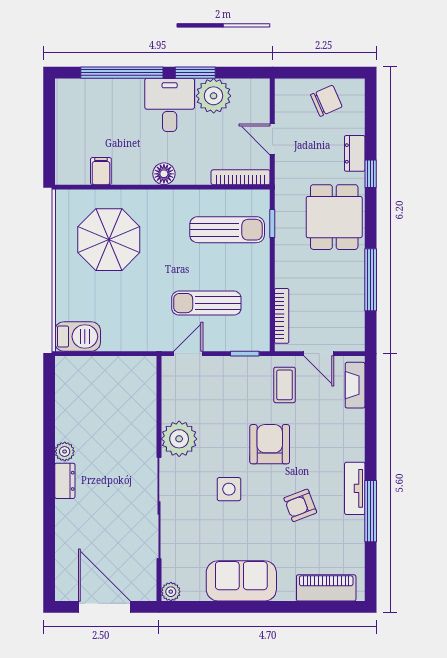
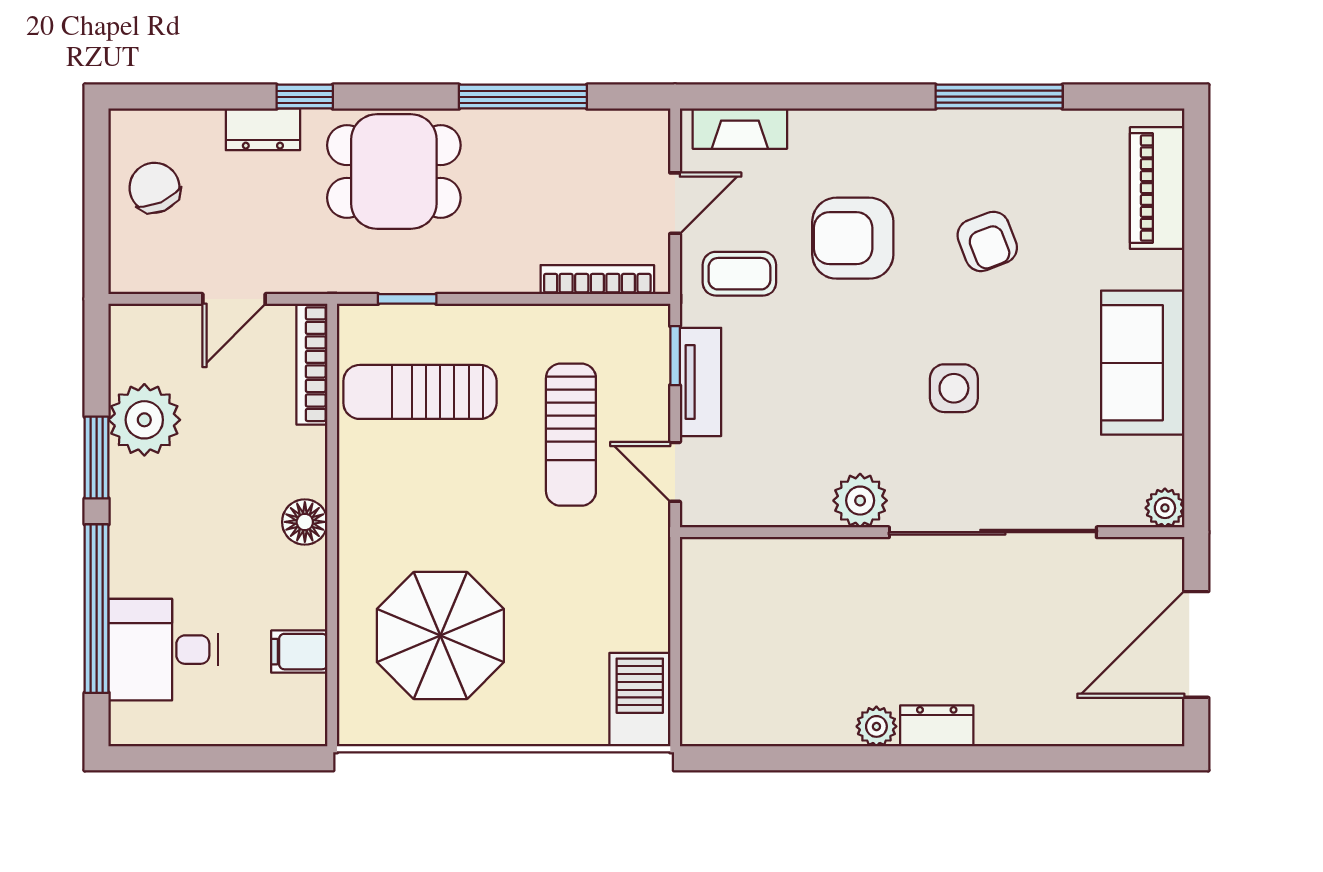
desk: (170, 105) -> (163, 650), moved
sun lounger: (227, 230) -> (420, 392), turned -90
plant: (179, 439) -> (860, 501), width x0.73, depth x0.73
armchair: (270, 444) -> (853, 238), moved
tv unit: (355, 488) -> (700, 382), moved, turned -90

